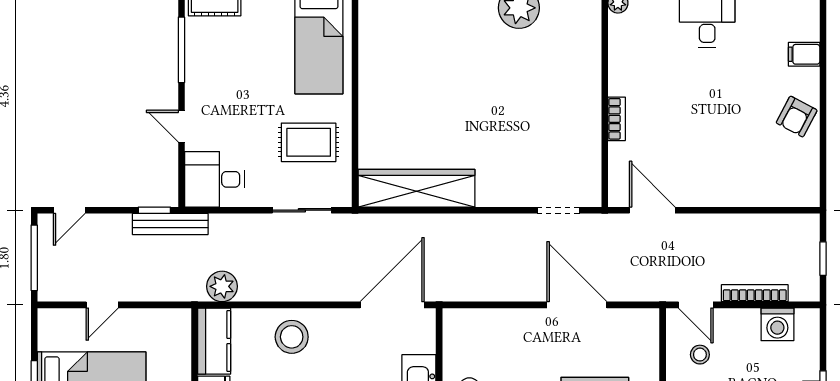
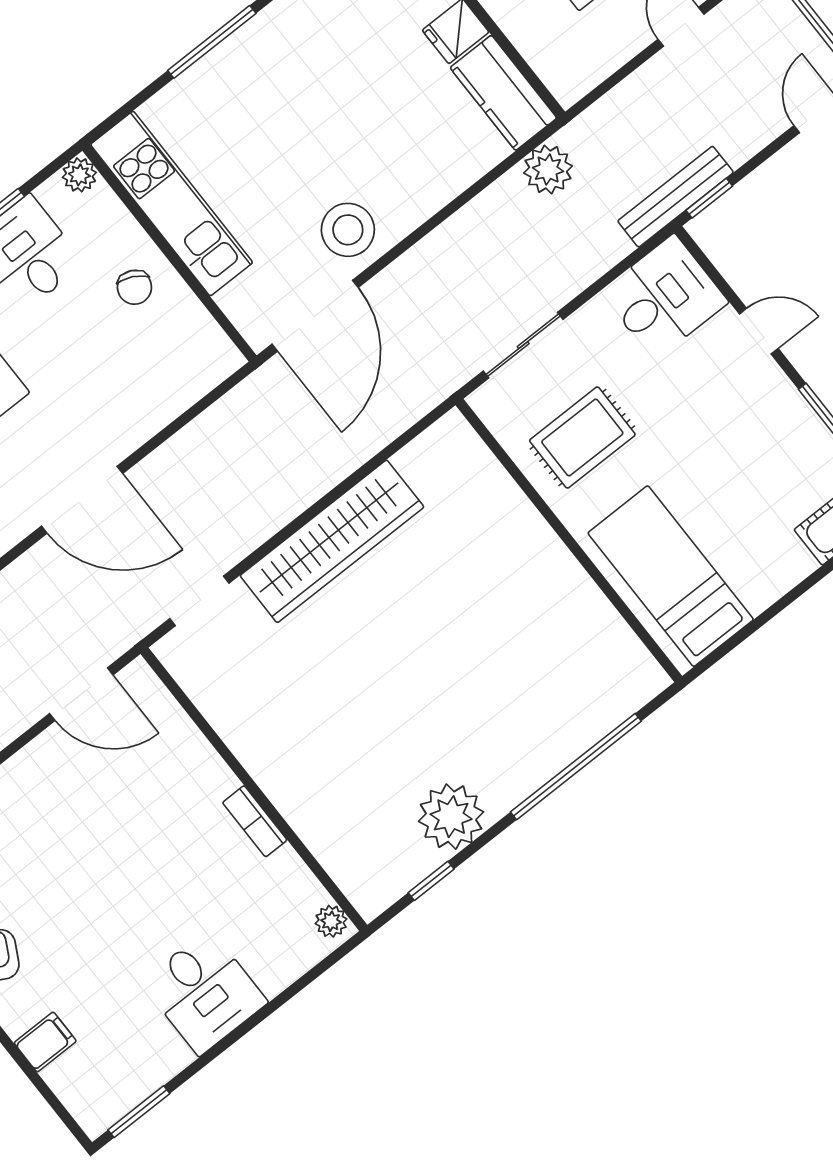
bookcase: (617, 119) -> (255, 821), moved
wardrobe: (416, 188) -> (332, 541), moved
stool: (292, 337) -> (348, 230), moved

